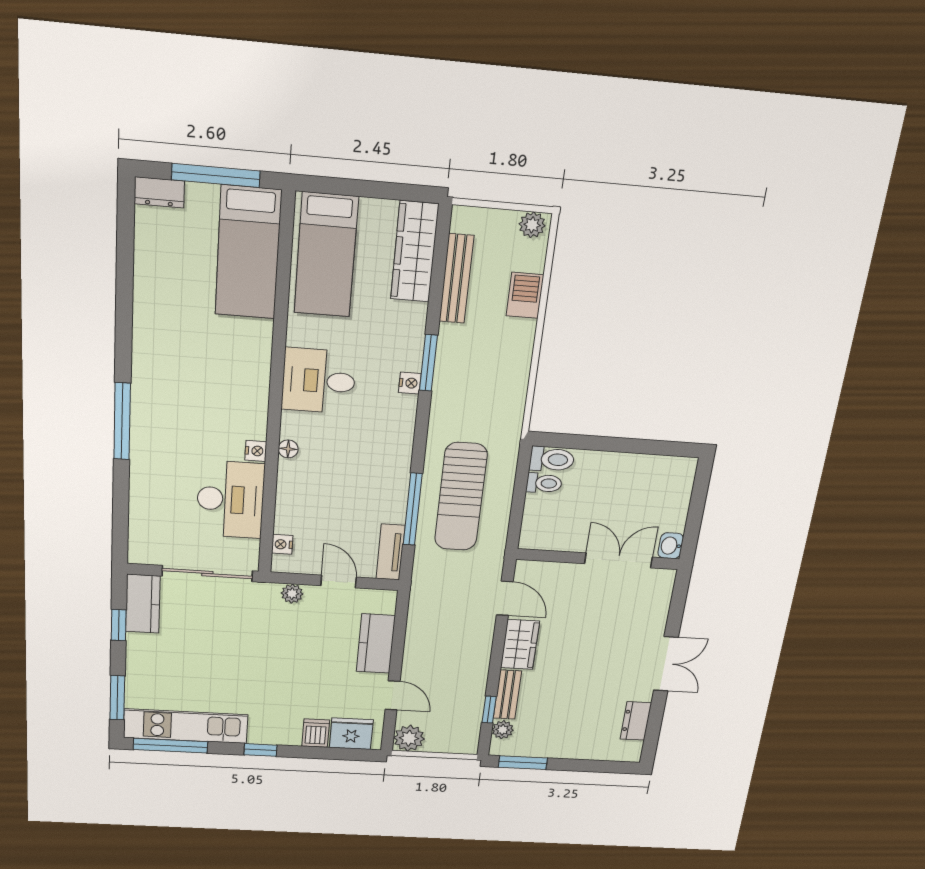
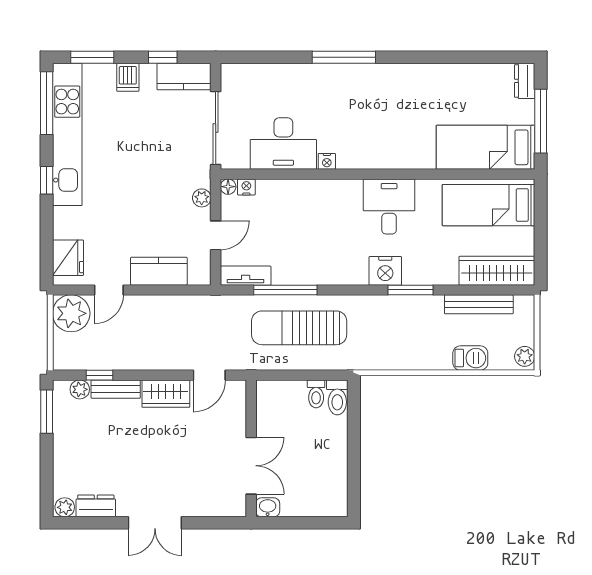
nightstand: (410, 383) -> (385, 271), width x1.89, depth x1.79
floor lamp: (288, 449) -> (228, 187), moved
kitchen unit: (186, 726) -> (67, 134), width x1.36
dishwasher: (316, 733) -> (128, 77), moved, turned 90
plant: (409, 738) -> (71, 313), width x1.36, depth x1.36
plant: (632, 751) -> (65, 507), added

